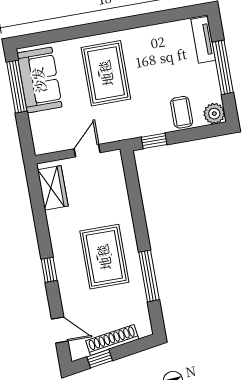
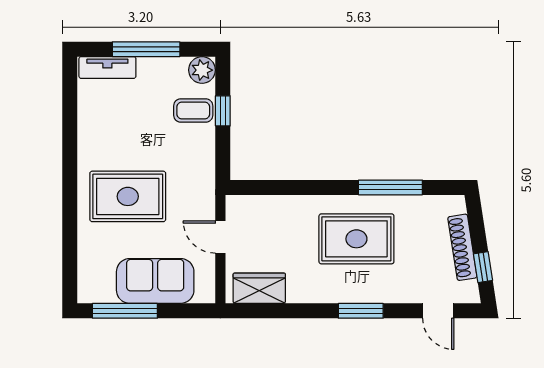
sofa: (39, 80) -> (155, 281), moved
window: (154, 141) -> (223, 111), moved
window: (49, 270) -> (361, 311), width x1.50
door: (60, 330) -> (438, 311), swing flipped

